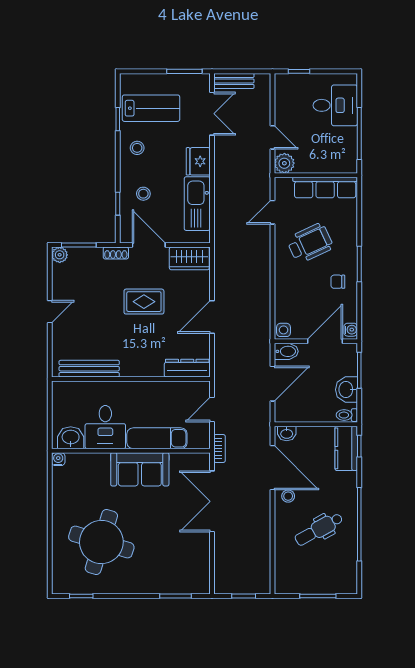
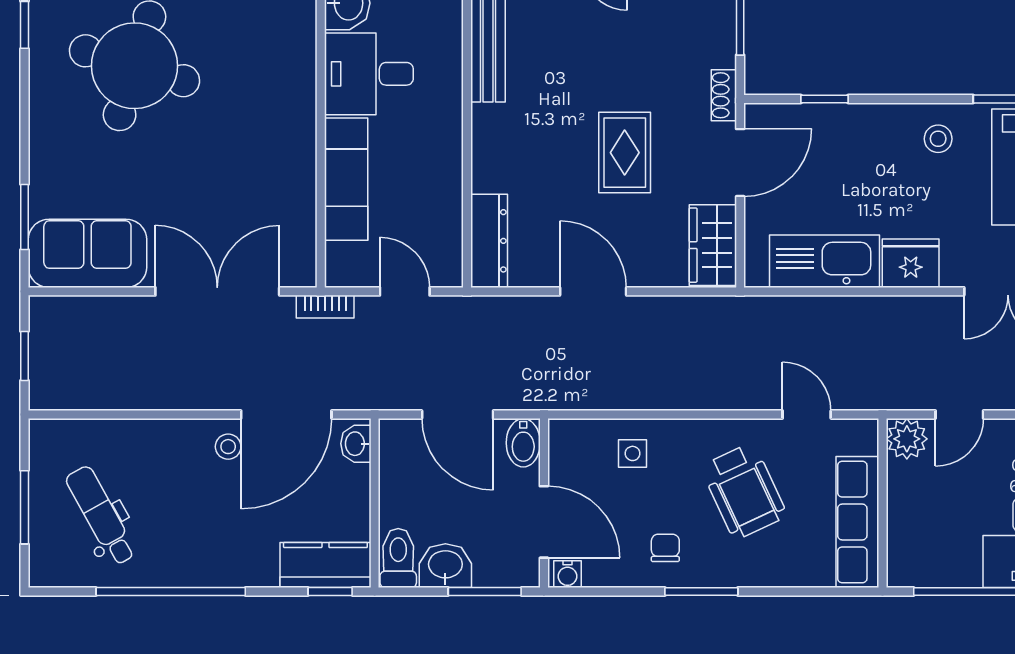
stool: (143, 194) -> (845, 151), removed
side table: (283, 330) -> (633, 453), moved
toilet: (347, 415) -> (398, 558), width x1.37, depth x1.39
sofa: (140, 469) -> (87, 253), moved, turned 90
dental chair: (319, 529) -> (101, 516), moved

